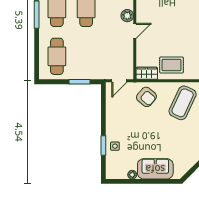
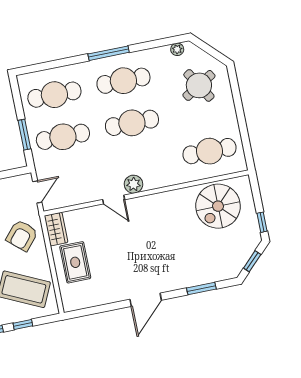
cafe table: (86, 56) -> (63, 137), added
door: (119, 81) -> (37, 192), swing flipped

